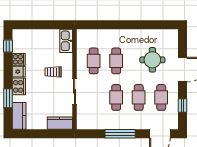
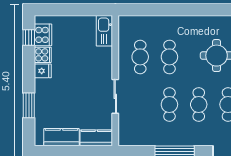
trolley: (53, 72) -> (87, 71), removed
cooker: (19, 86) -> (43, 35), moved
kitchen counter: (19, 116) -> (61, 137), moved, turned -90

